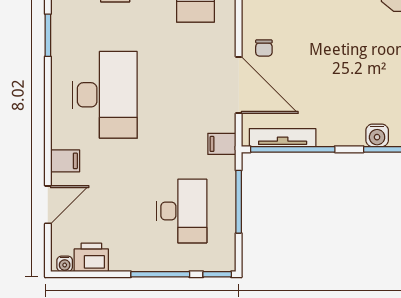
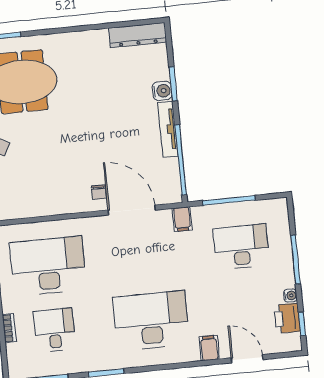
chair: (264, 48) -> (99, 192), turned 90
door: (239, 85) -> (132, 210), hinge flipped
tv unit: (283, 138) -> (168, 129), moved
water cooler: (65, 264) -> (290, 296), moved
window: (217, 274) -> (302, 324), moved

